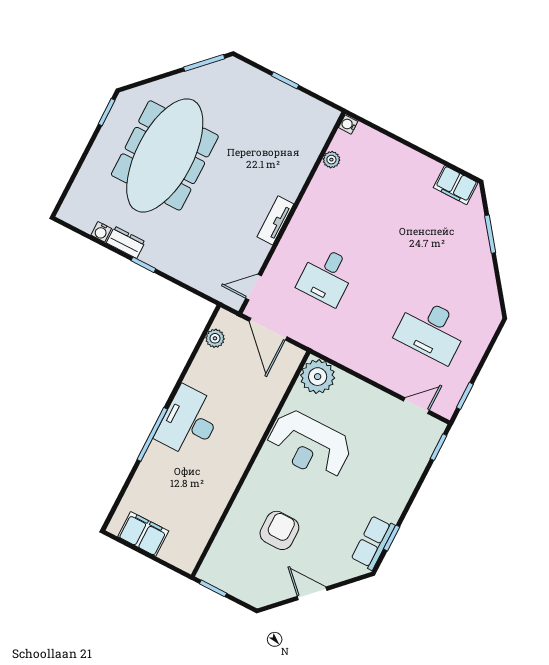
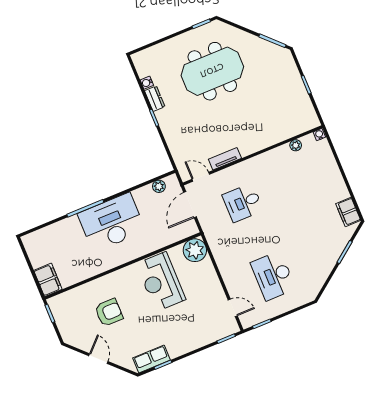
meeting table: (165, 155) -> (212, 71), width x0.73
tv unit: (275, 220) -> (225, 159), moved
desk: (189, 422) -> (111, 222), width x1.36, depth x1.30
filing cabinet: (143, 534) -> (48, 280), moved

